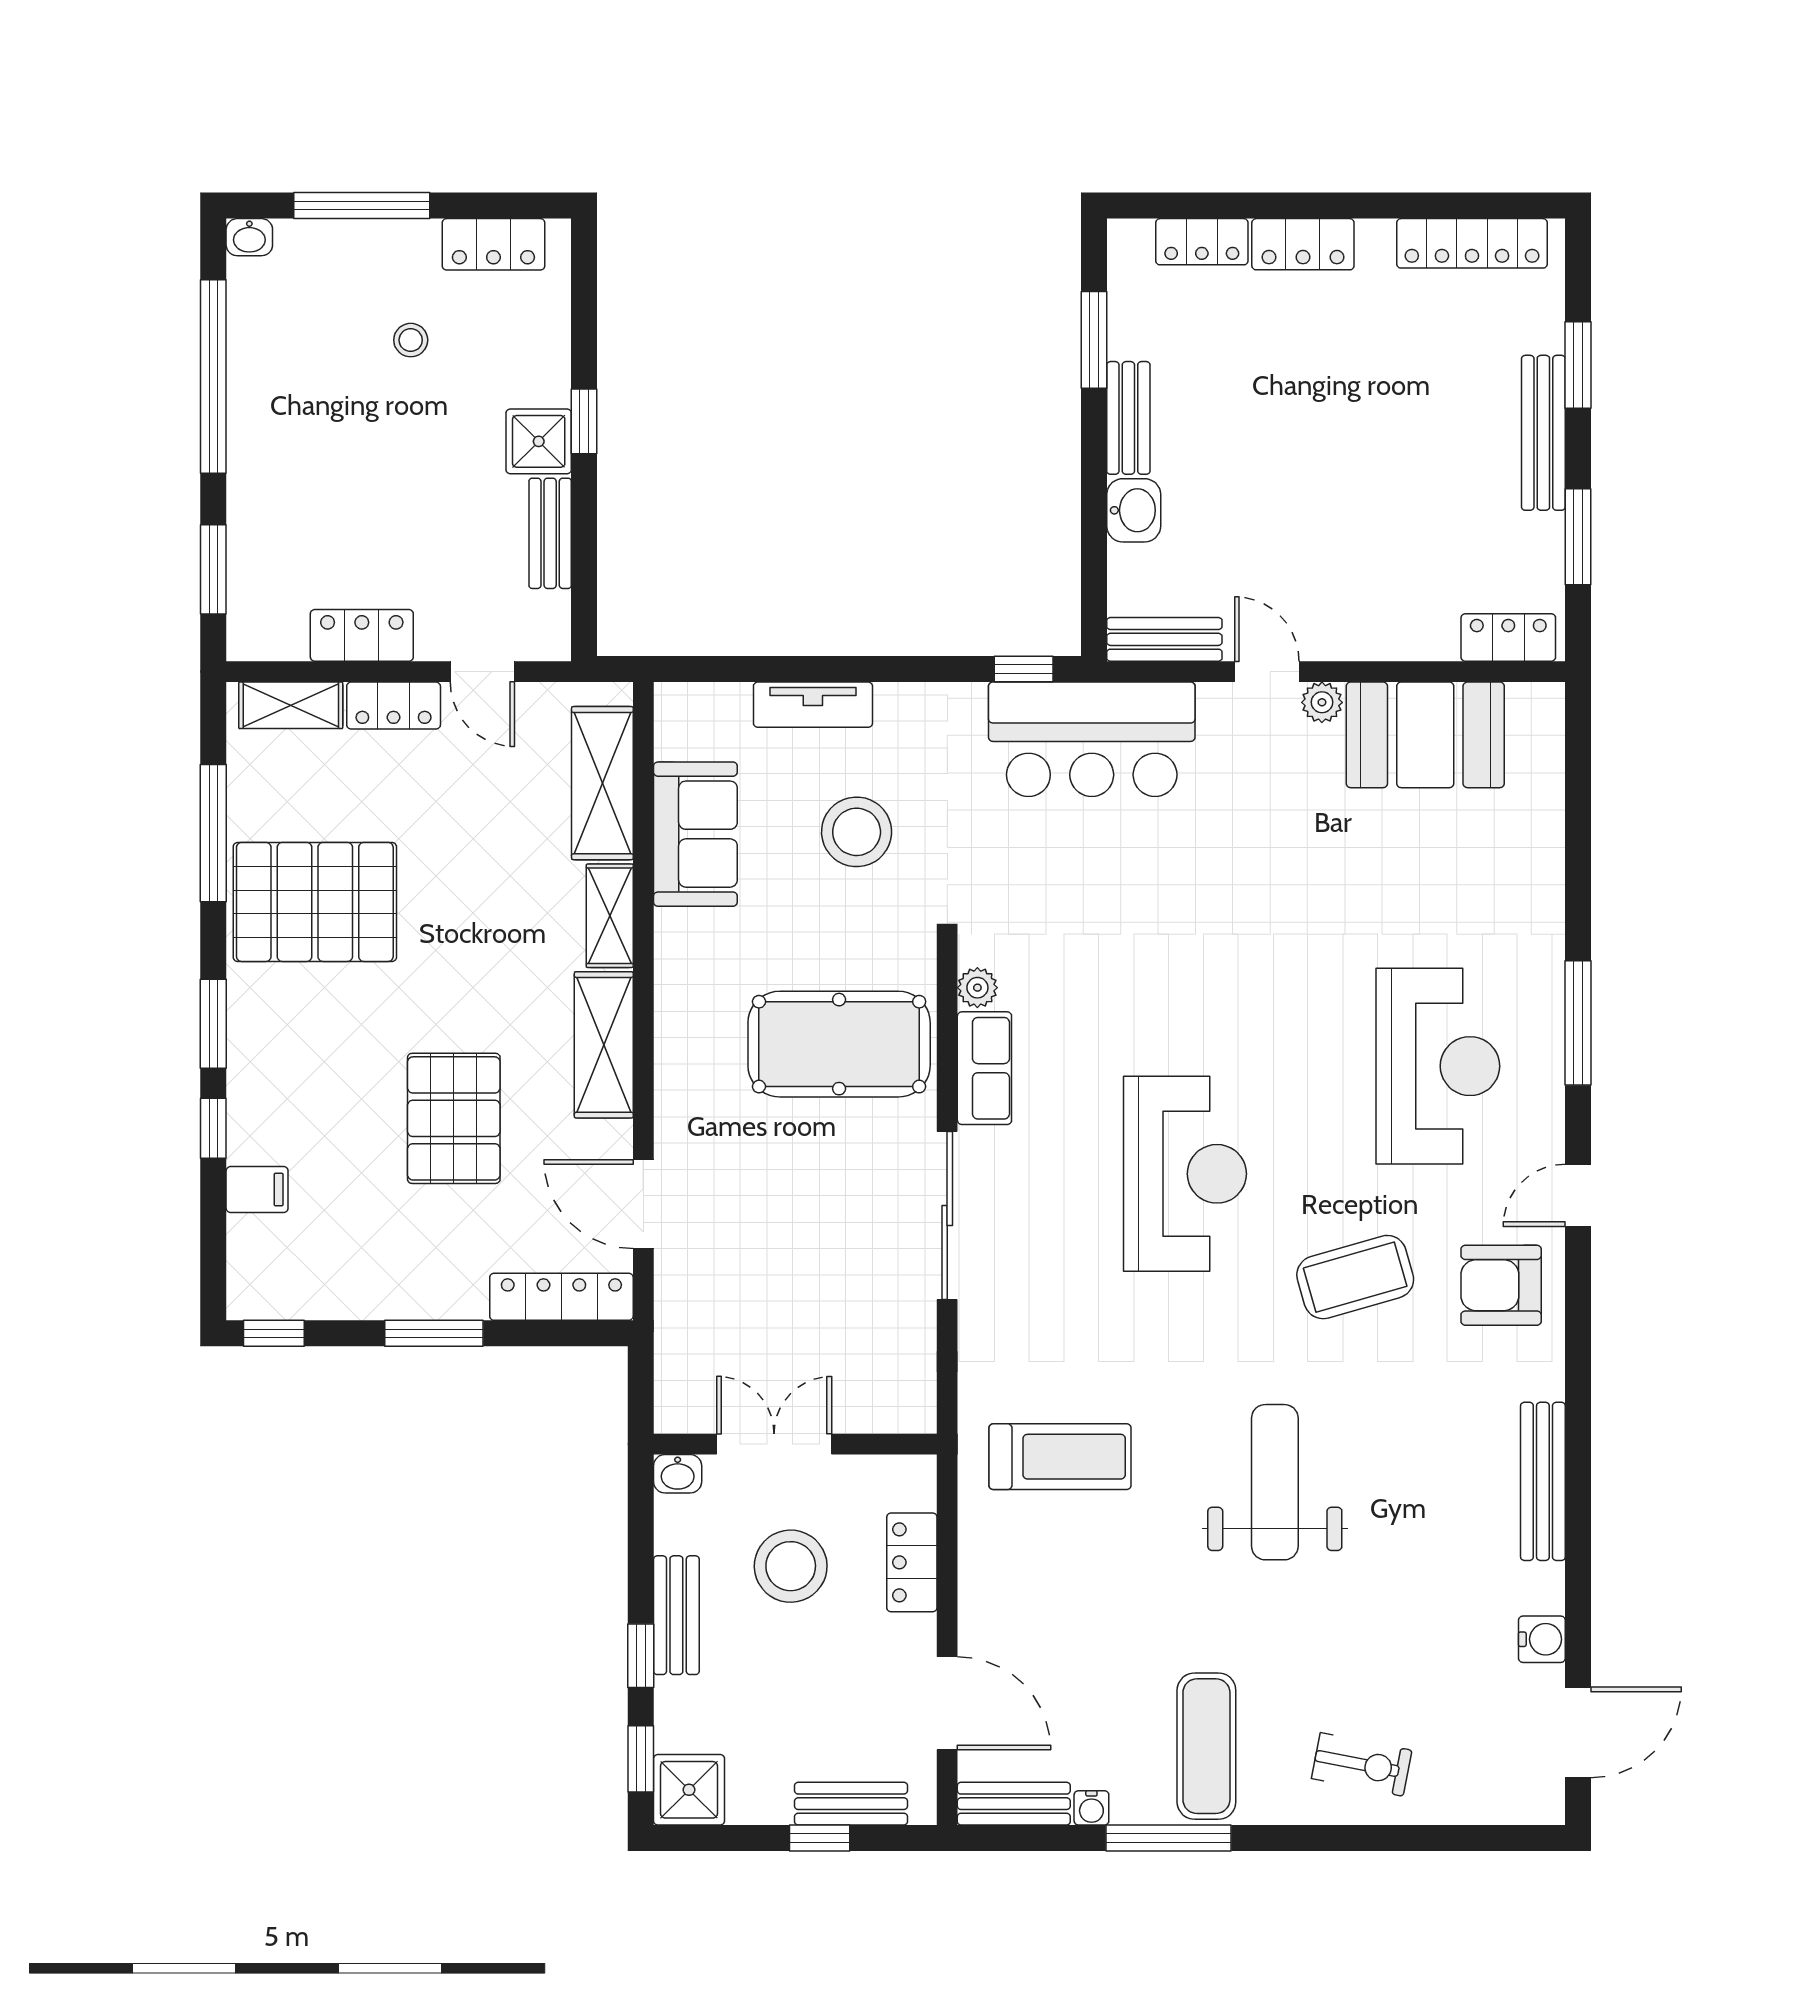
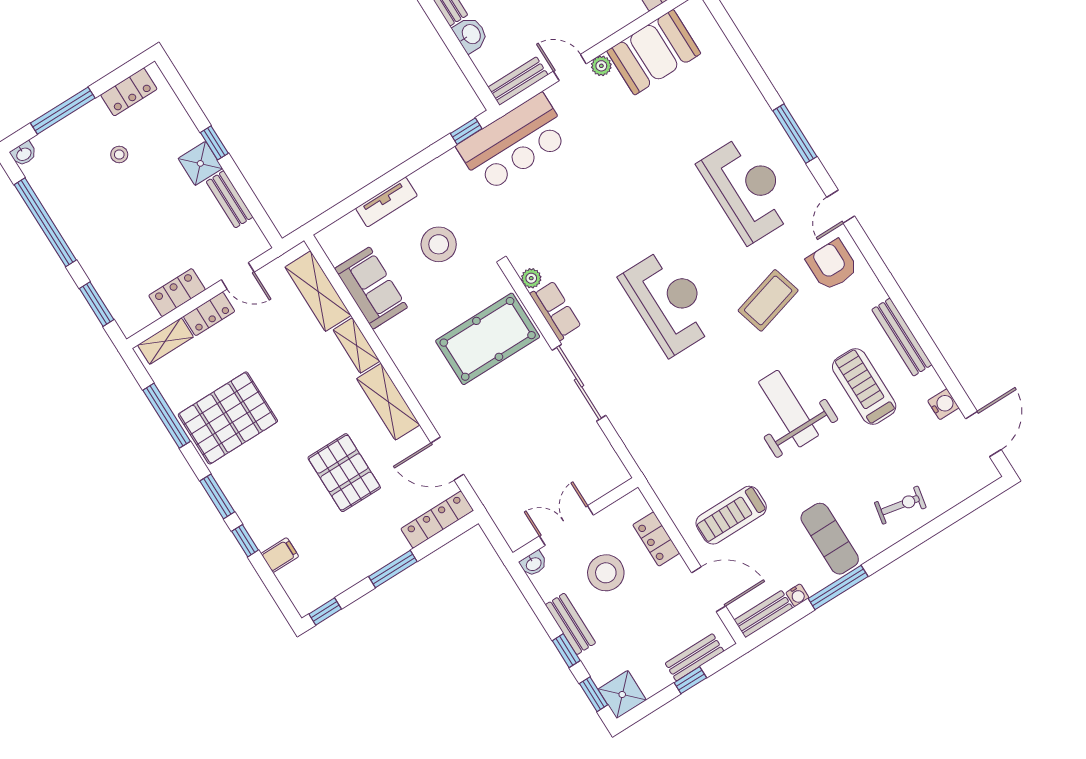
armchair: (1501, 1285) -> (832, 265), turned 90
treadmill: (1060, 1457) -> (731, 515), moved, turned 180
treadmill: (1426, 1525) -> (864, 386), added

